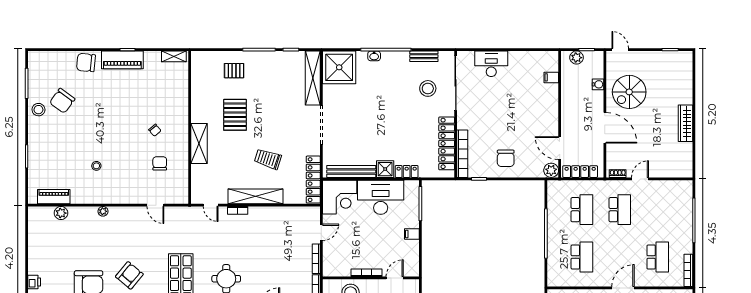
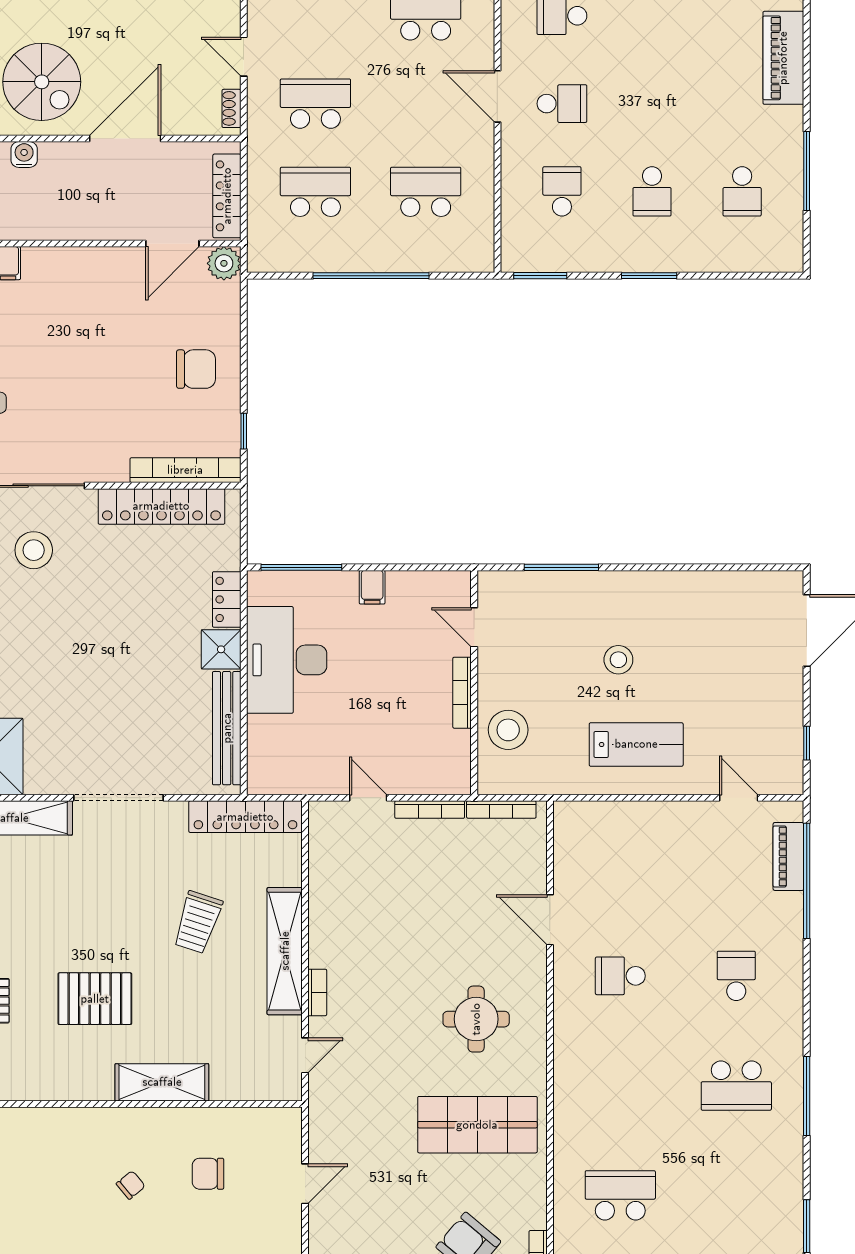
corner desk: (340, 197) -> (286, 755), removed

